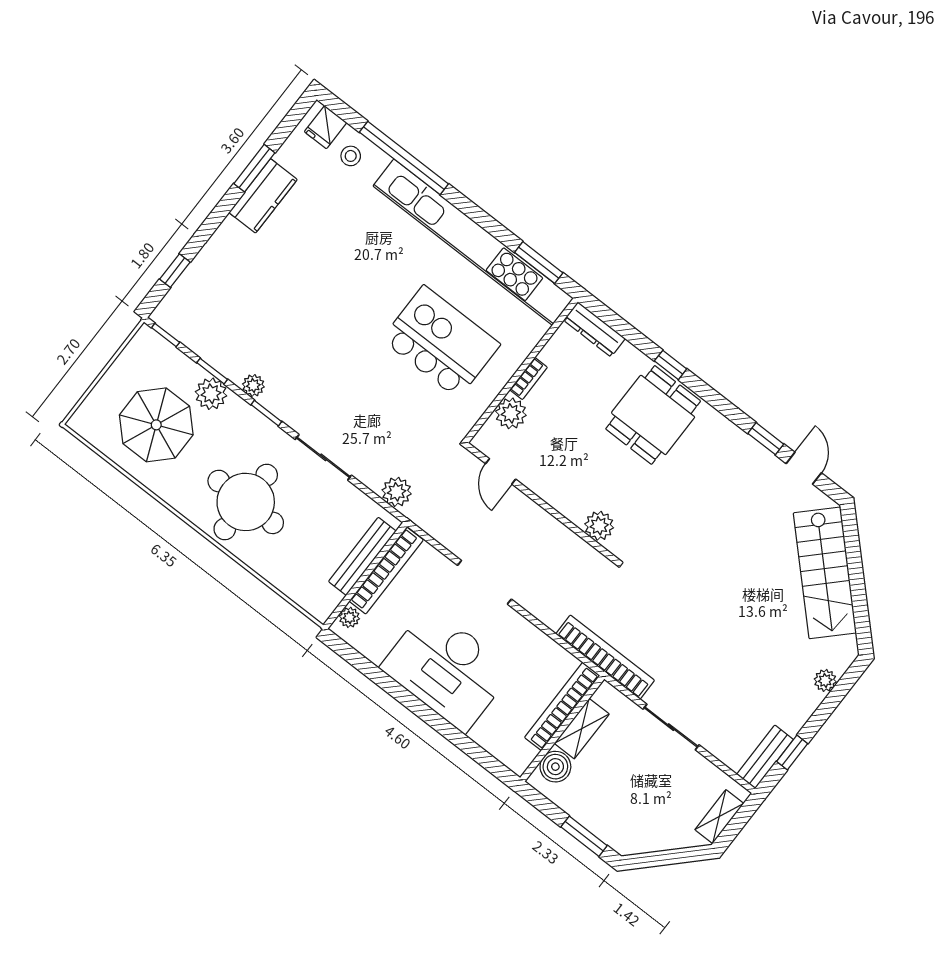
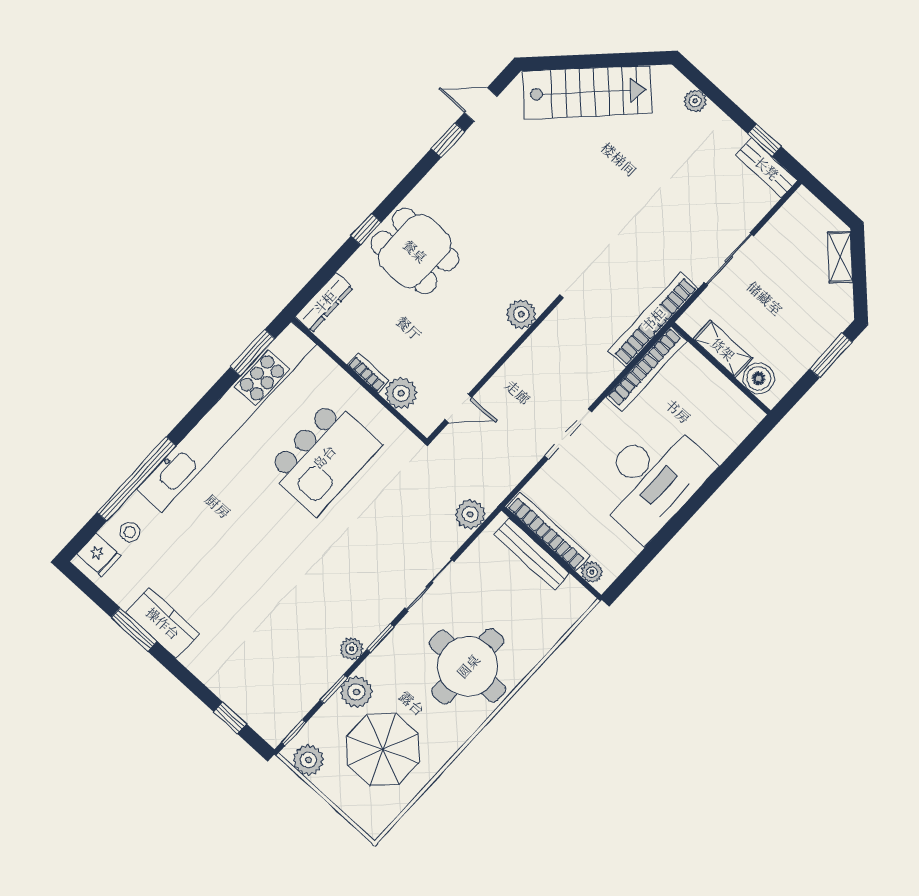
kitchen island: (441, 342) -> (324, 457), turned 180
plant: (140, 352) -> (308, 760), added
bookcase: (562, 706) -> (647, 369), moved, turned -90
shelving: (719, 817) -> (840, 257), moved, turned 45

